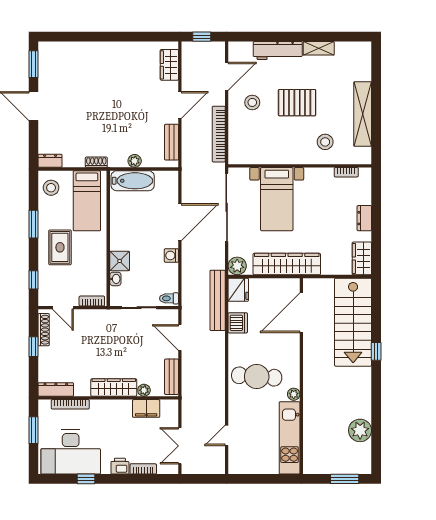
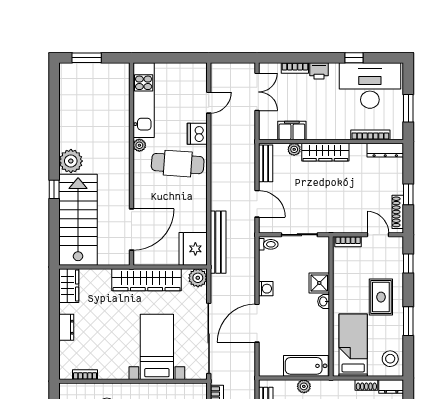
shoe rack: (96, 162) -> (366, 385), moved
washbasin: (115, 279) -> (324, 301), moved
fridge: (238, 290) -> (193, 249), width x1.36, depth x1.34
dishwasher: (238, 323) -> (197, 134), moved
plant: (360, 430) -> (71, 161), moved

